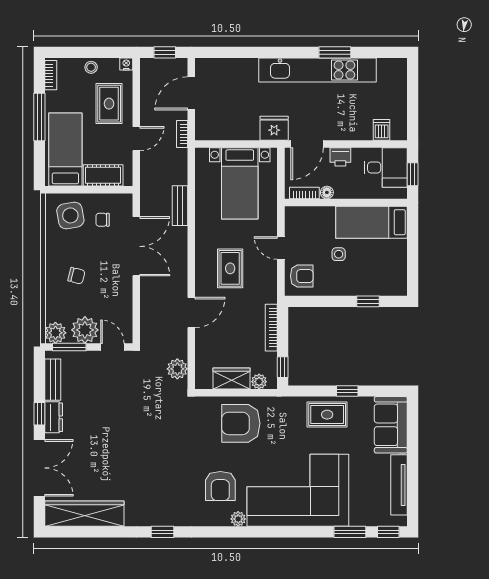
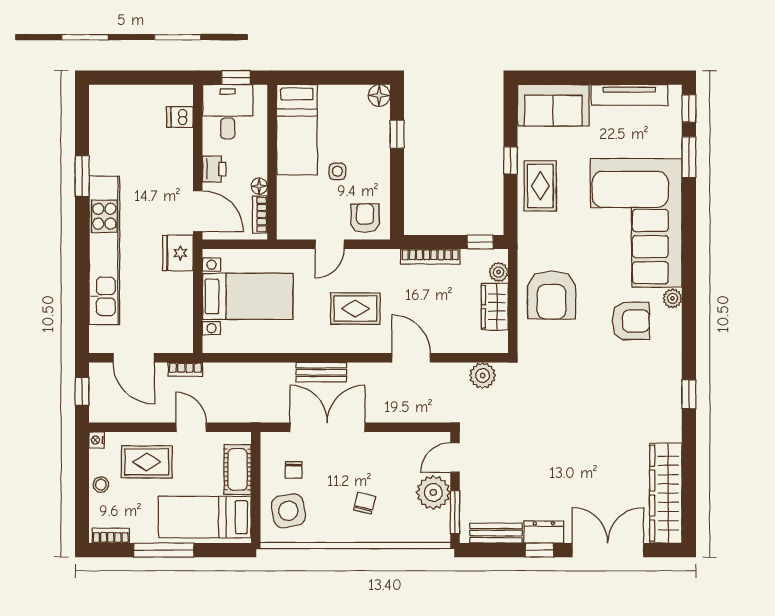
kitchen unit: (317, 70) -> (104, 250), moved
bench: (180, 206) -> (321, 372), moved
floor lamp: (399, 287) -> (379, 95), added
plant: (55, 333) -> (437, 530), removed

